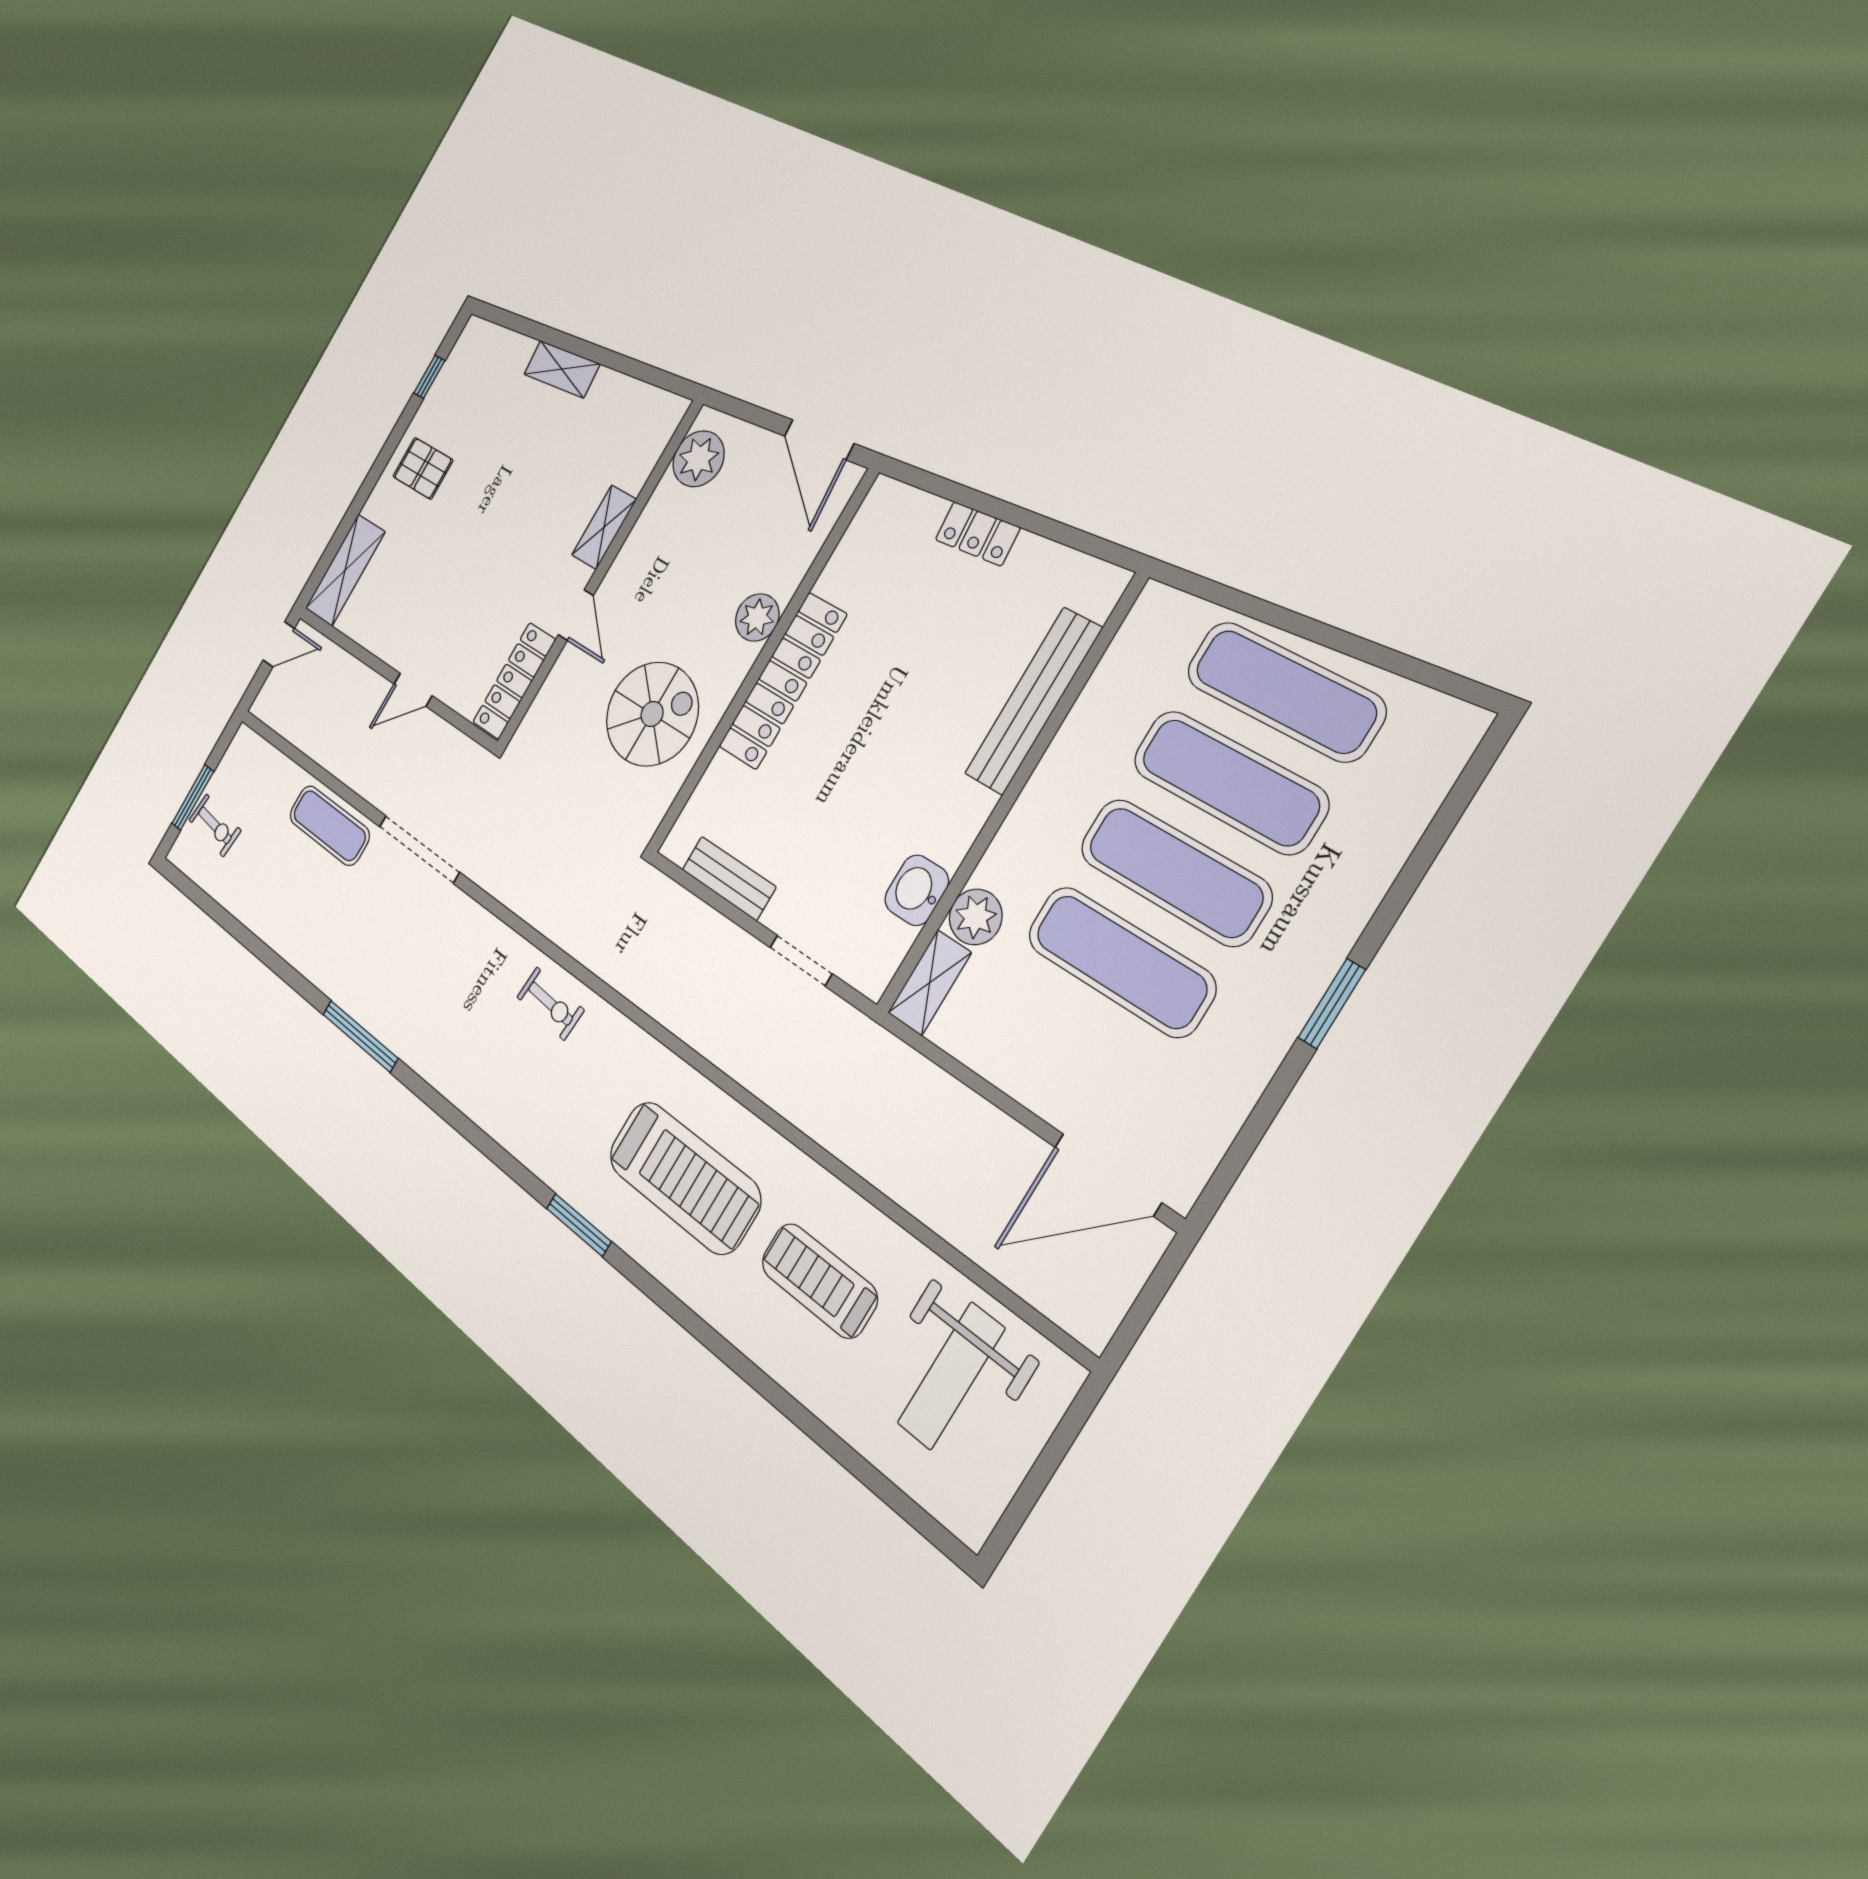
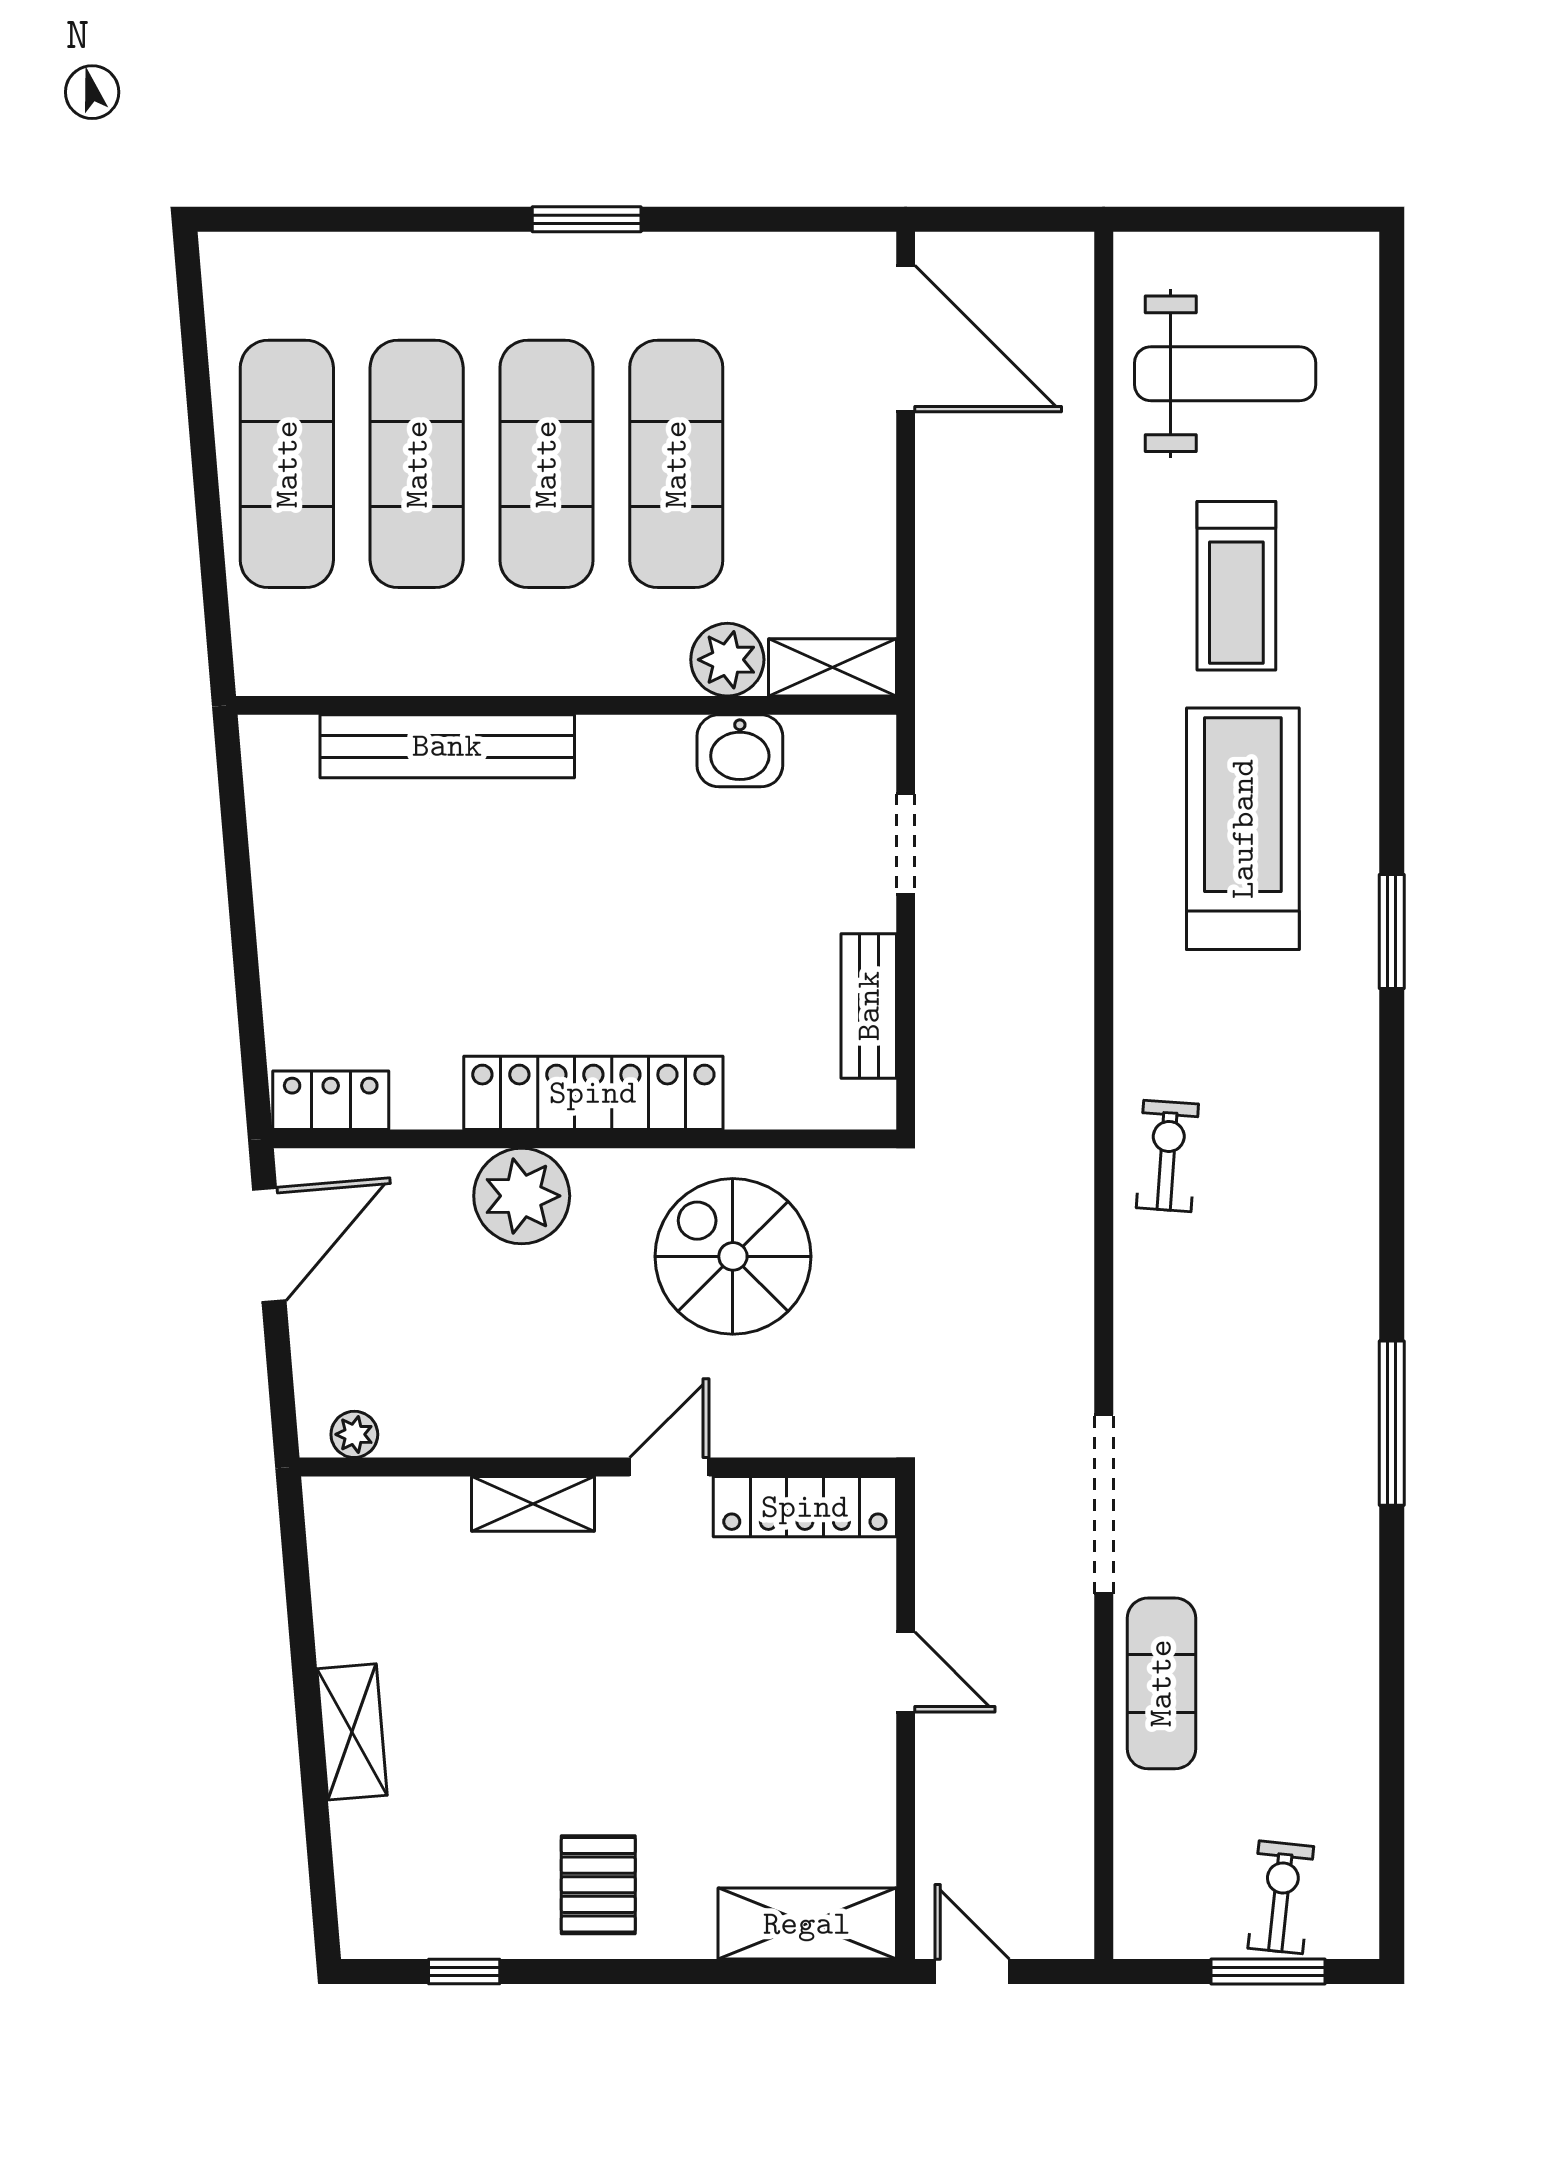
plant: (698, 459) -> (354, 1434), width x0.53, depth x0.53
locker: (978, 534) -> (331, 1100), moved, turned -85
plant: (757, 617) -> (522, 1196), width x1.36, depth x1.36

